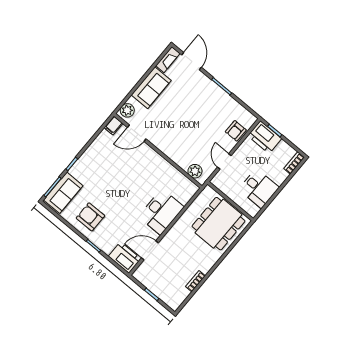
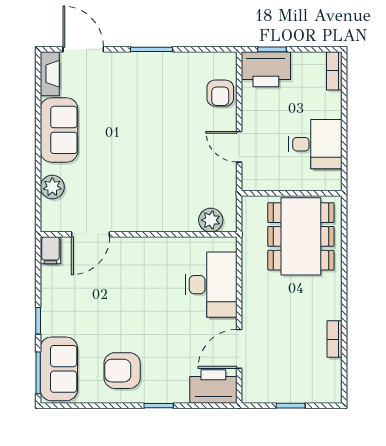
filing cabinet: (113, 125) -> (51, 250), moved
door: (137, 133) -> (90, 234), moved
wall: (158, 151) -> (139, 234), moved
plant: (195, 171) -> (211, 220), moved

